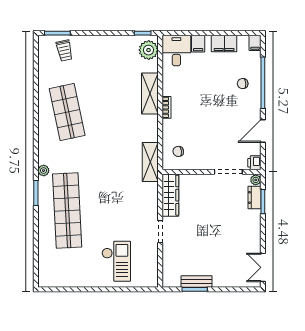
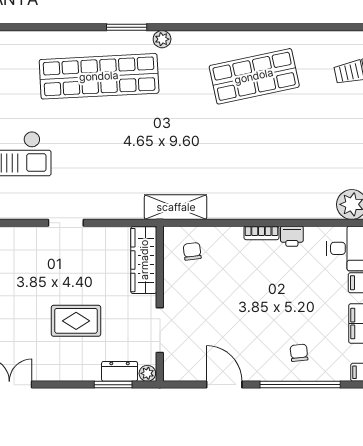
shelving: (150, 94) -> (283, 207), removed
printer: (254, 163) -> (292, 236), moved, turned 180
wardrobe: (170, 195) -> (144, 260), moved, turned 90
rug: (222, 225) -> (76, 321), added

